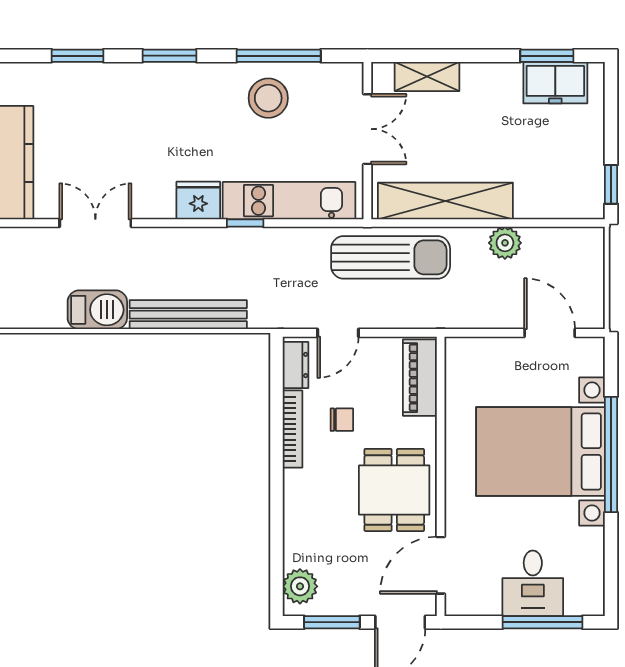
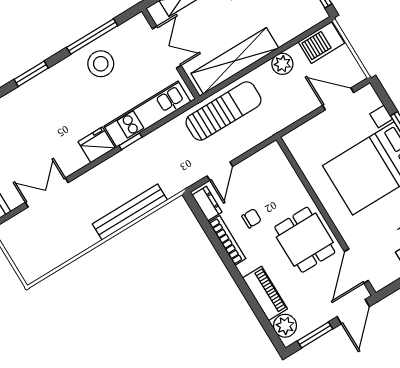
barbecue: (97, 310) -> (321, 43), moved, turned 180
piano: (420, 378) -> (265, 293), moved, turned 180

